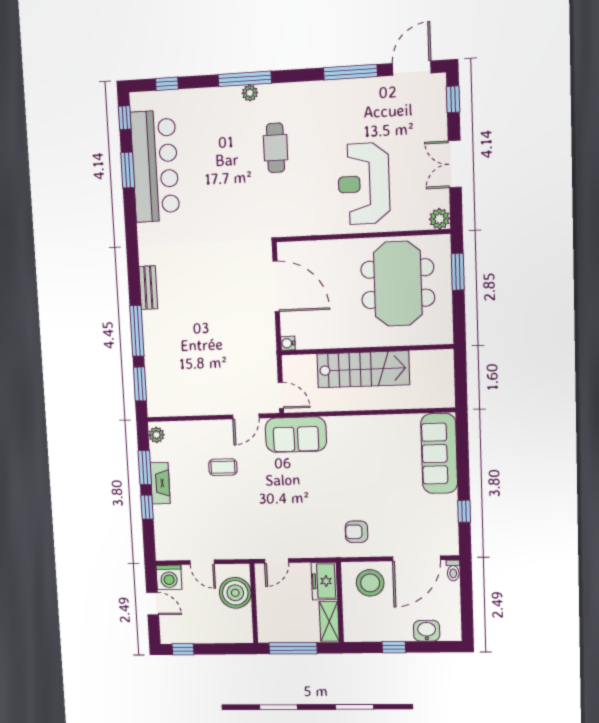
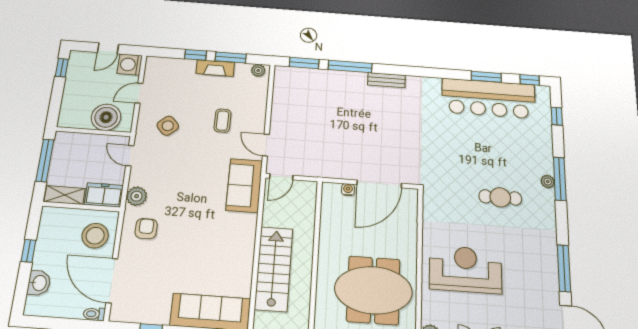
water cooler: (288, 343) -> (348, 190), moved
stairs: (363, 369) -> (274, 269), moved, turned 180
side table: (237, 526) -> (168, 126), added
plant: (322, 547) -> (137, 196), added

